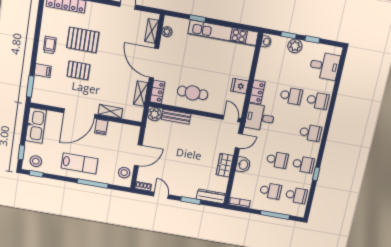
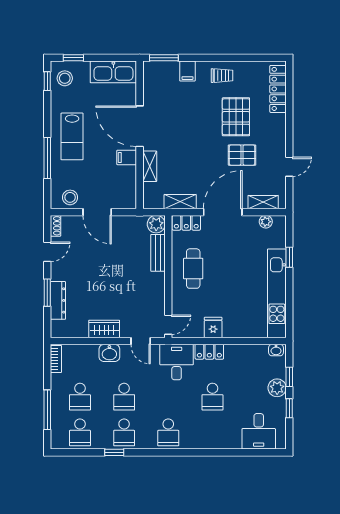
pallet: (78, 70) -> (242, 155), moved, turned 90
school desk: (318, 101) -> (212, 432), removed
dresser: (211, 196) -> (58, 300), moved

